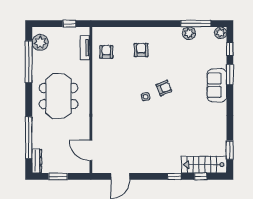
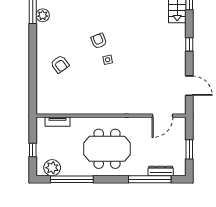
window: (69, 24) -> (33, 150), moved
armchair: (141, 50) -> (60, 64), turned -126
armchair: (106, 52) -> (62, 100), removed
dresser: (37, 161) -> (161, 171), moved
window: (174, 176) -> (189, 44), moved

